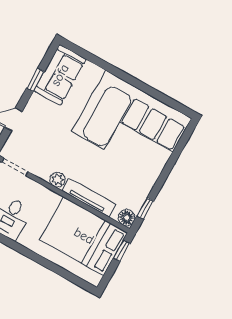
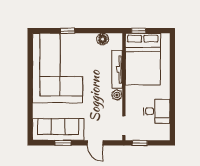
sofa: (60, 75) -> (58, 129), width x1.36
window: (145, 208) -> (68, 31), moved
floor lamp: (127, 218) -> (103, 39), moved

